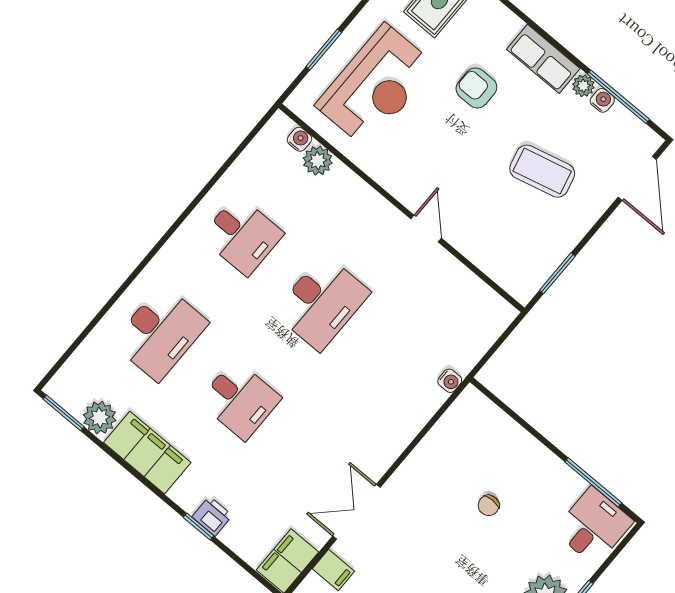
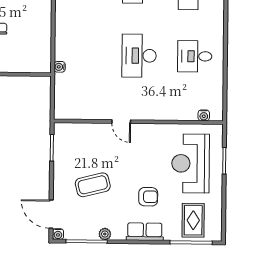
row of seats: (543, 59) -> (145, 232), moved
water cooler: (602, 100) -> (58, 234), moved
plant: (318, 161) -> (189, 113), removed

